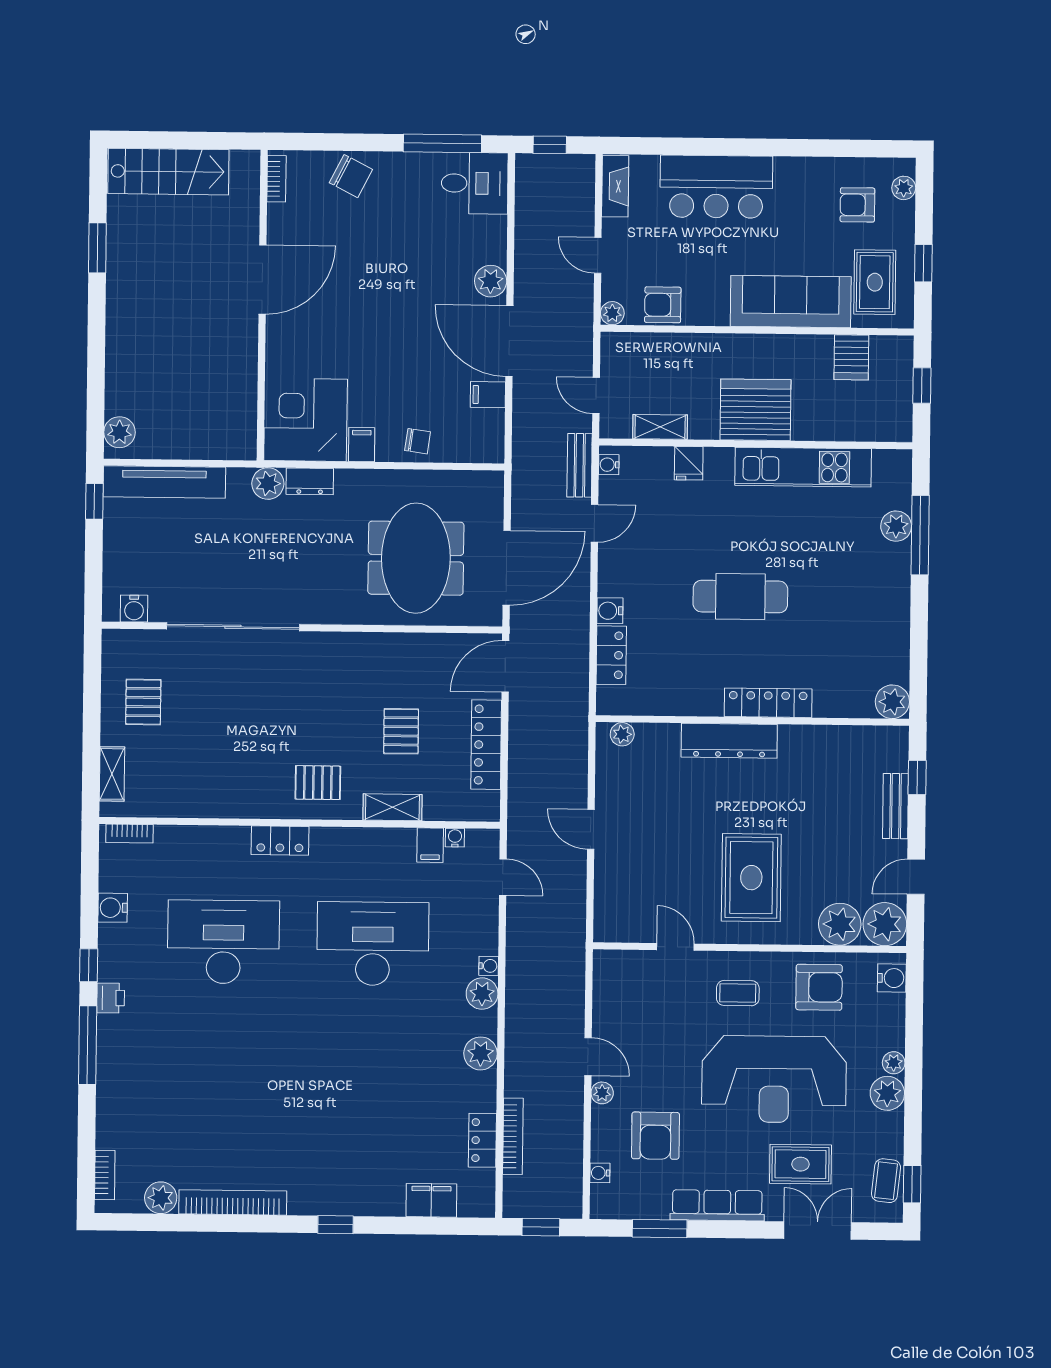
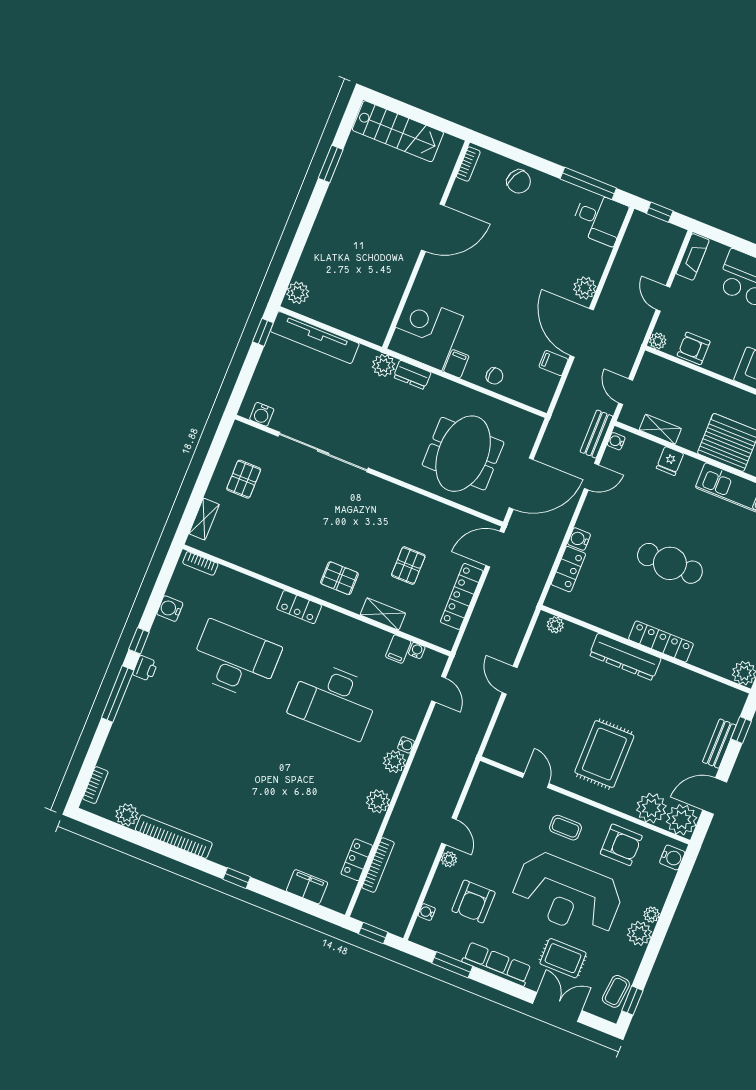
door: (916, 877) -> (715, 796), width x1.38
desk: (373, 944) -> (334, 700), turned 180

